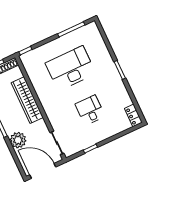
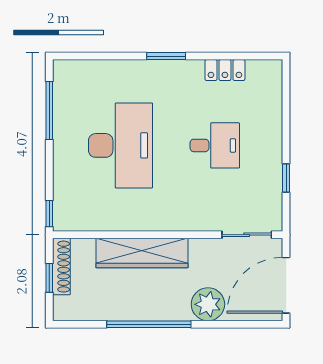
desk: (71, 68) -> (120, 145), turned 180
desk: (90, 110) -> (215, 145), turned 180
locker: (133, 115) -> (225, 70), moved

